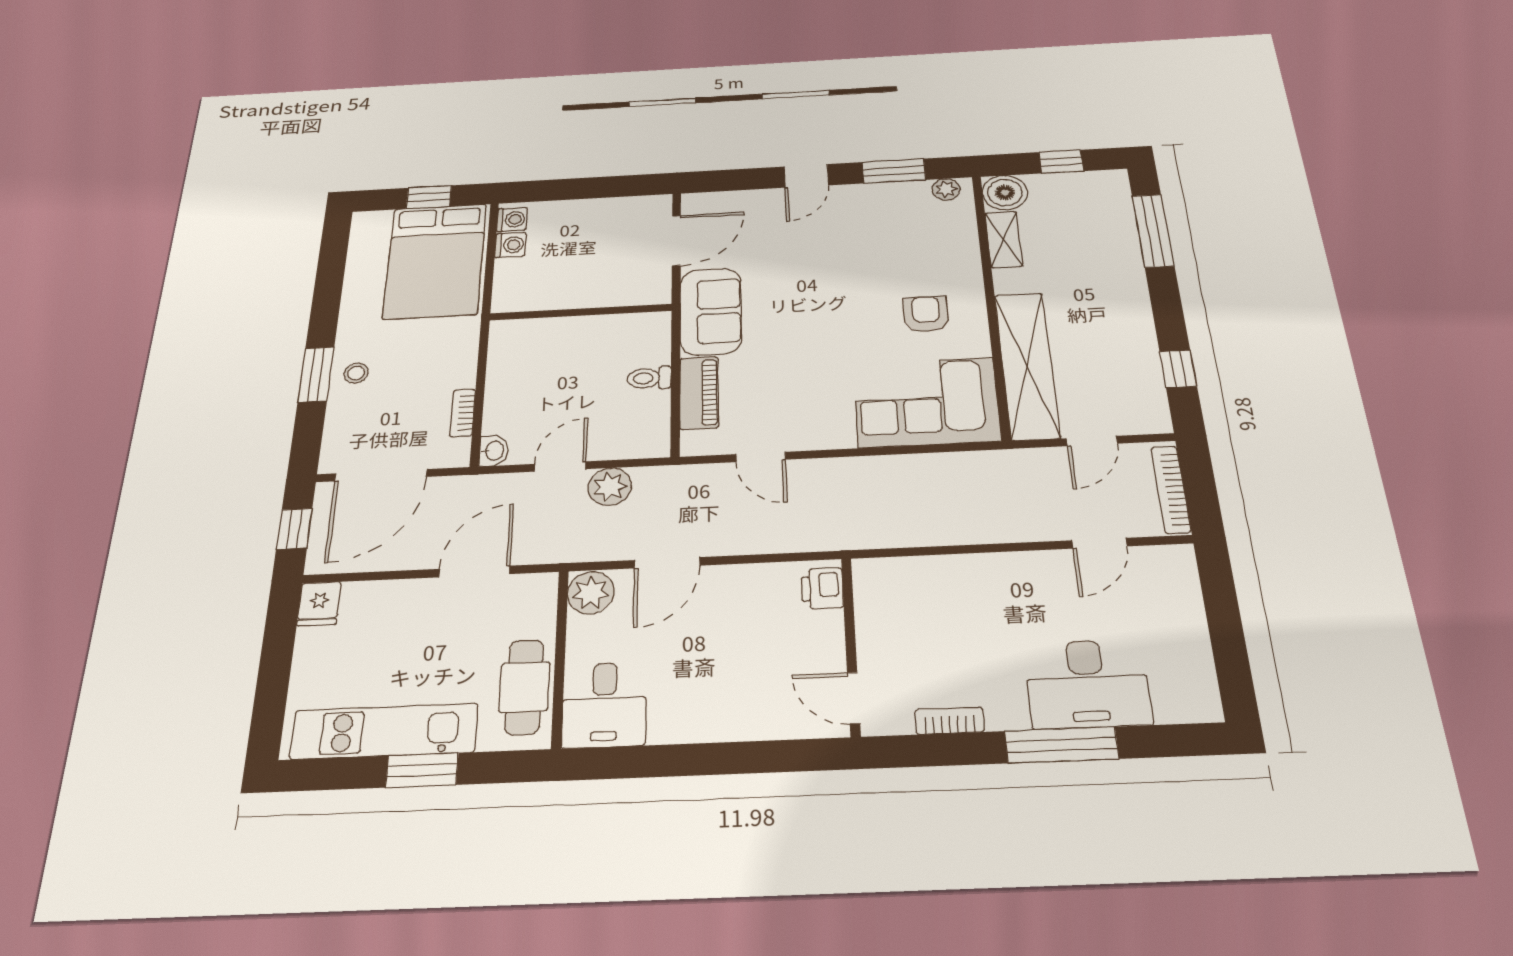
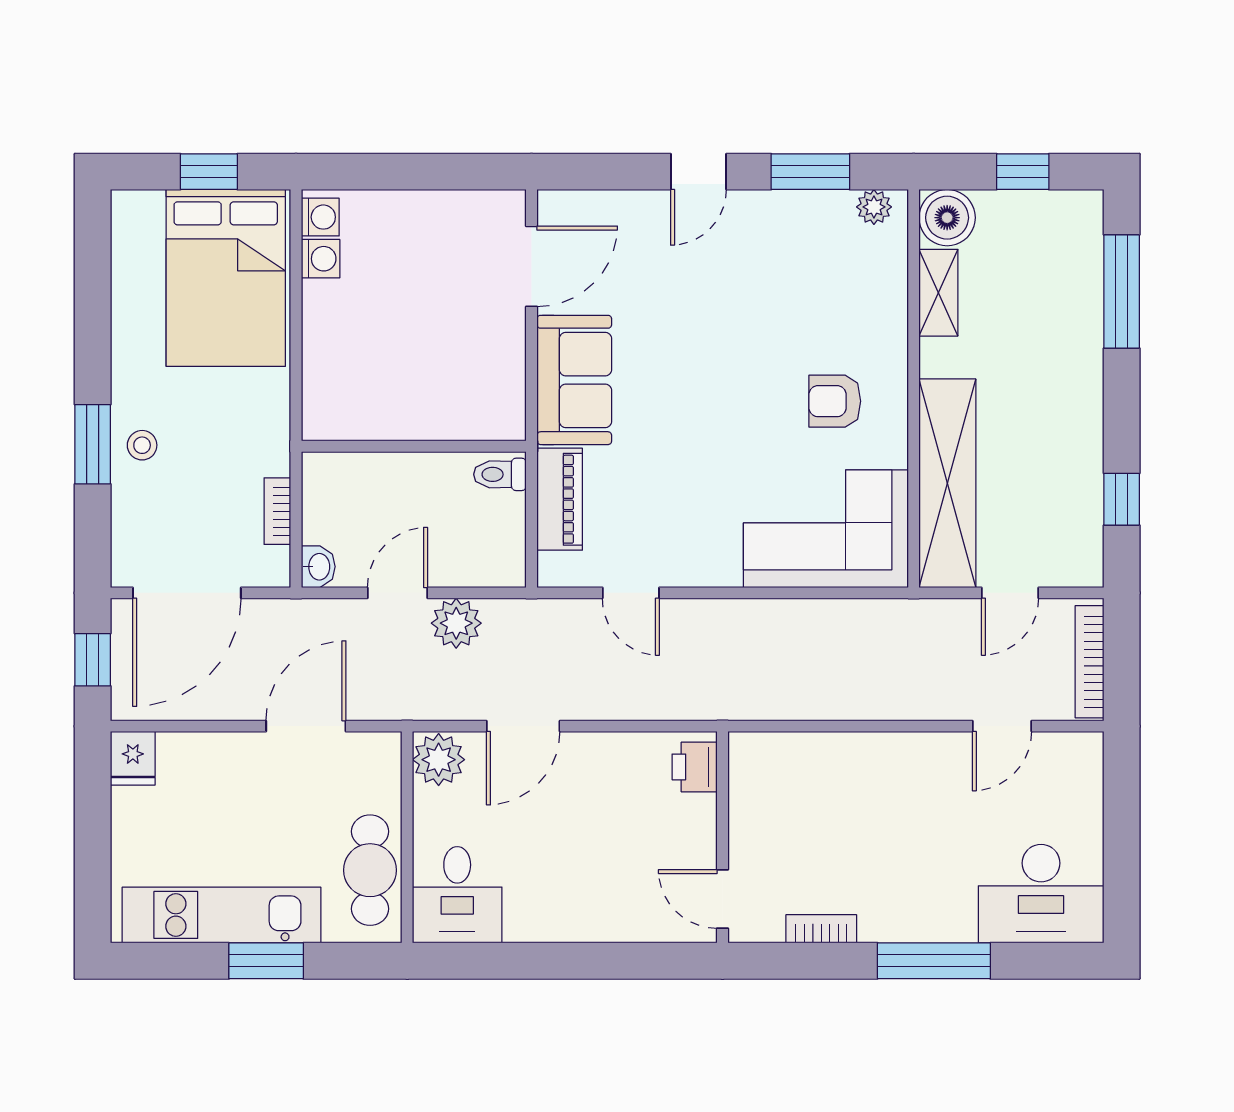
wall: (581, 312) -> (414, 446), moved
armchair: (926, 314) -> (835, 401), turned -90
desk: (1087, 684) -> (1041, 894), moved

